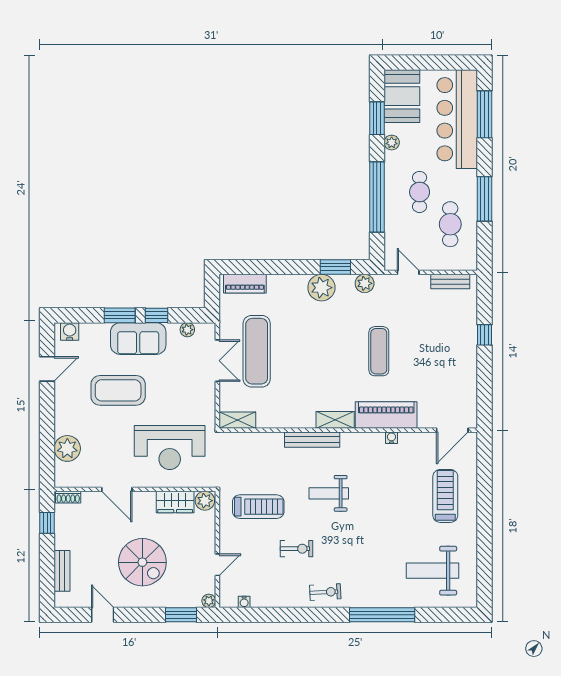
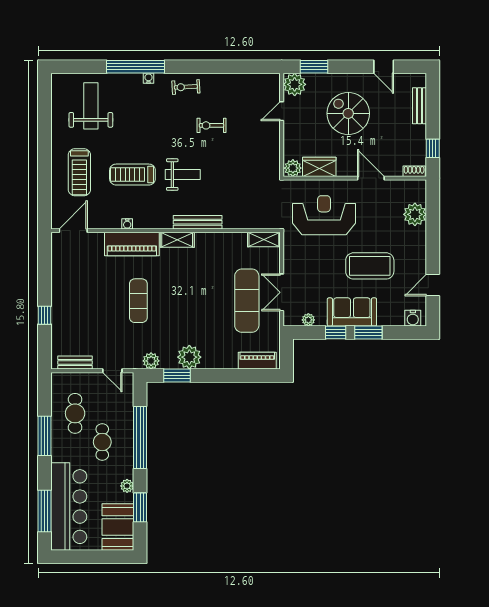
treadmill: (258, 507) -> (132, 175), moved
weight bench: (432, 571) -> (91, 106), turned -90
plant: (209, 601) -> (295, 84), width x1.88, depth x1.88
water cooler: (244, 602) -> (148, 78), moved

